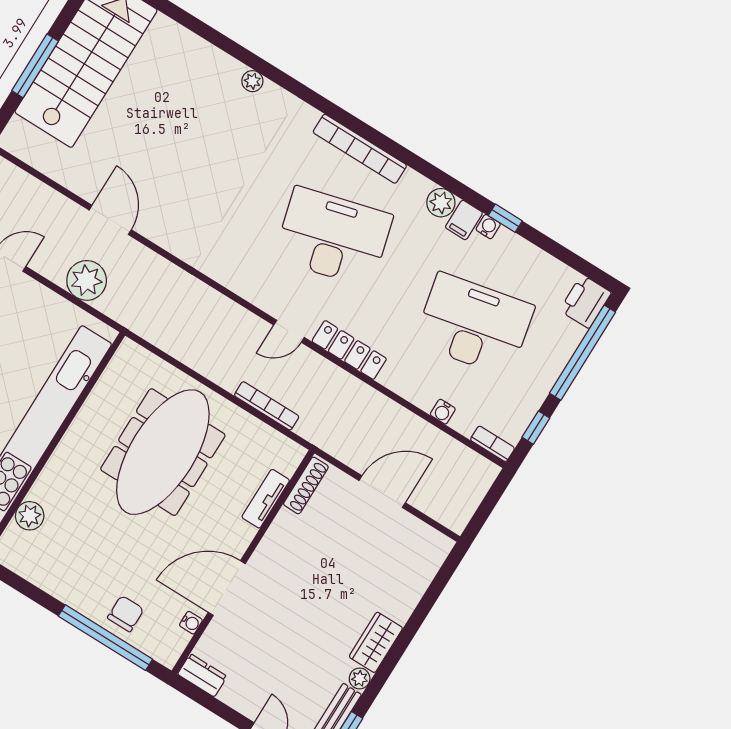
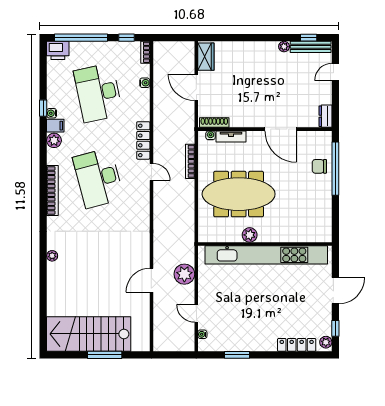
plant: (30, 516) -> (250, 235), moved
water cooler: (191, 623) -> (211, 135), moved
wardrobe: (376, 642) -> (206, 57), moved, turned -90

